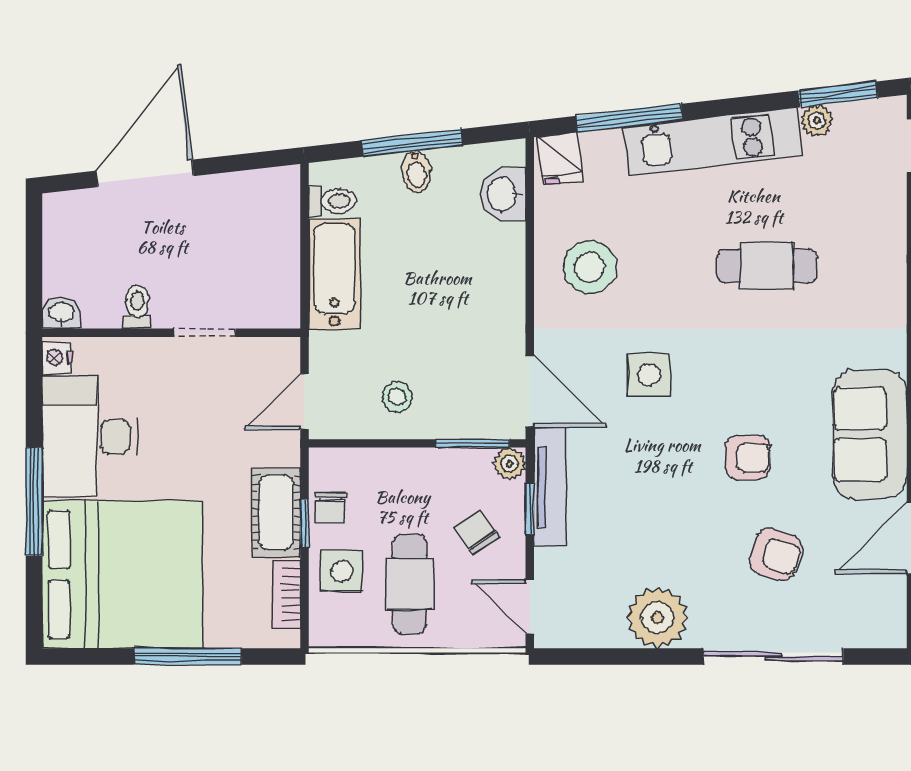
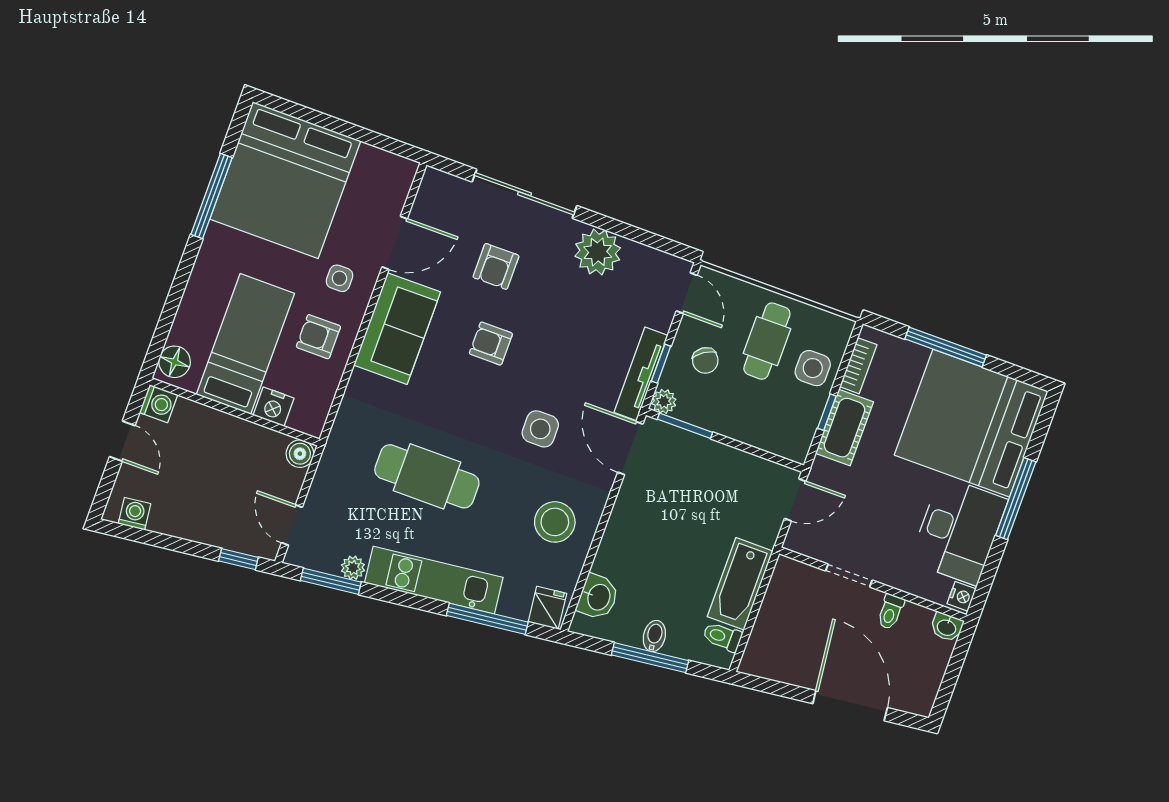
door: (145, 173) -> (850, 706), swing flipped
cafe table: (767, 266) -> (427, 476), width x1.37, depth x1.35
stool: (397, 397) -> (727, 479), removed
chair: (330, 508) -> (804, 417), removed
armchair: (776, 555) -> (496, 266), turned -108

